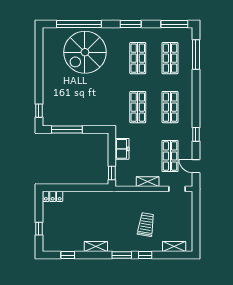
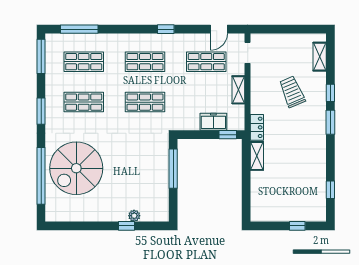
spiral stairs: (85, 52) -> (76, 168), turned 90
plant: (47, 98) -> (134, 216), added
window: (39, 111) -> (127, 226), moved
window: (67, 129) -> (173, 169), moved
window: (196, 134) -> (166, 29), moved
freezer: (122, 149) -> (213, 122), moved
locker: (53, 196) -> (257, 127), moved
trolley: (146, 224) -> (292, 92), turned 58
shelving: (96, 247) -> (257, 156), moved

